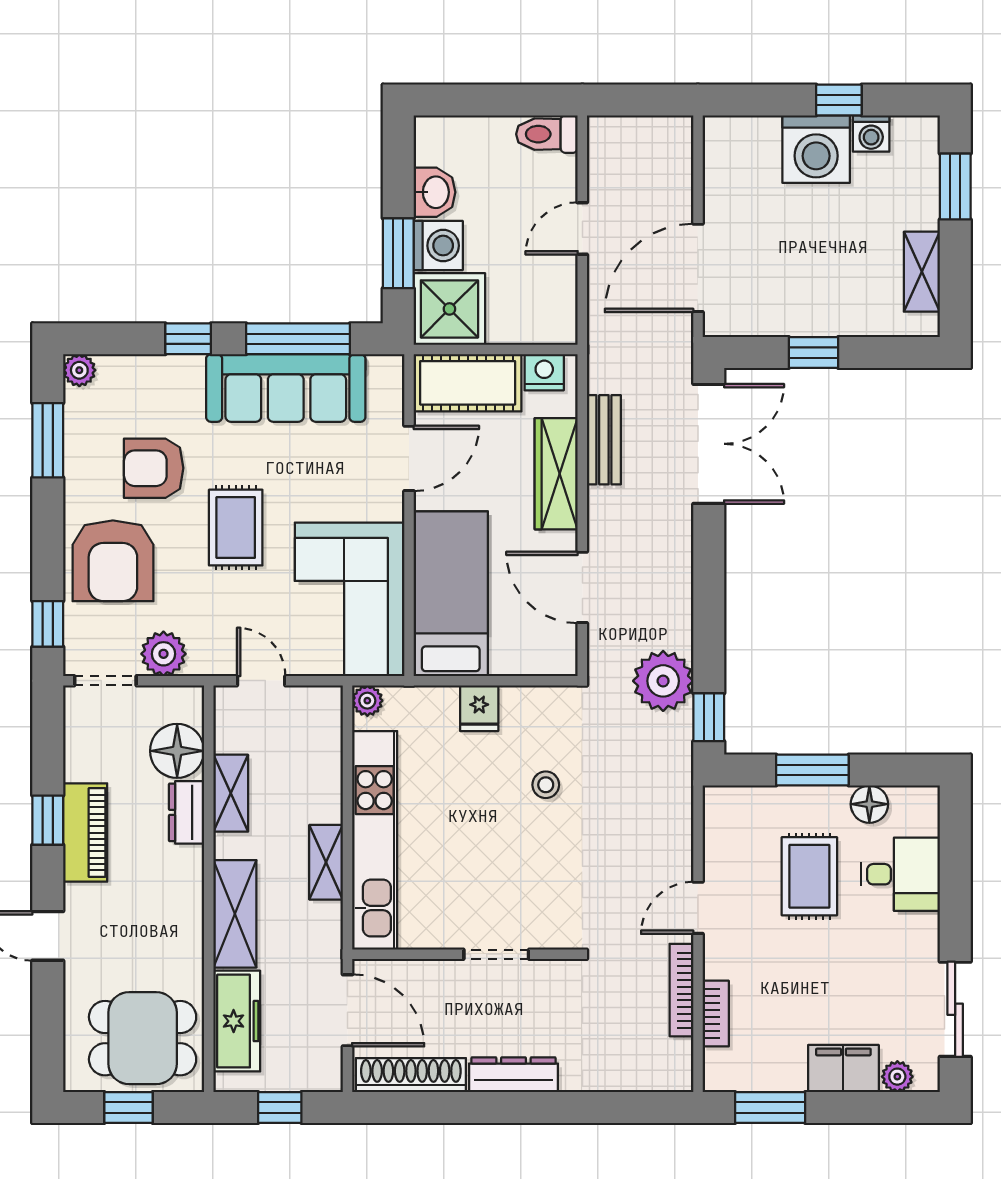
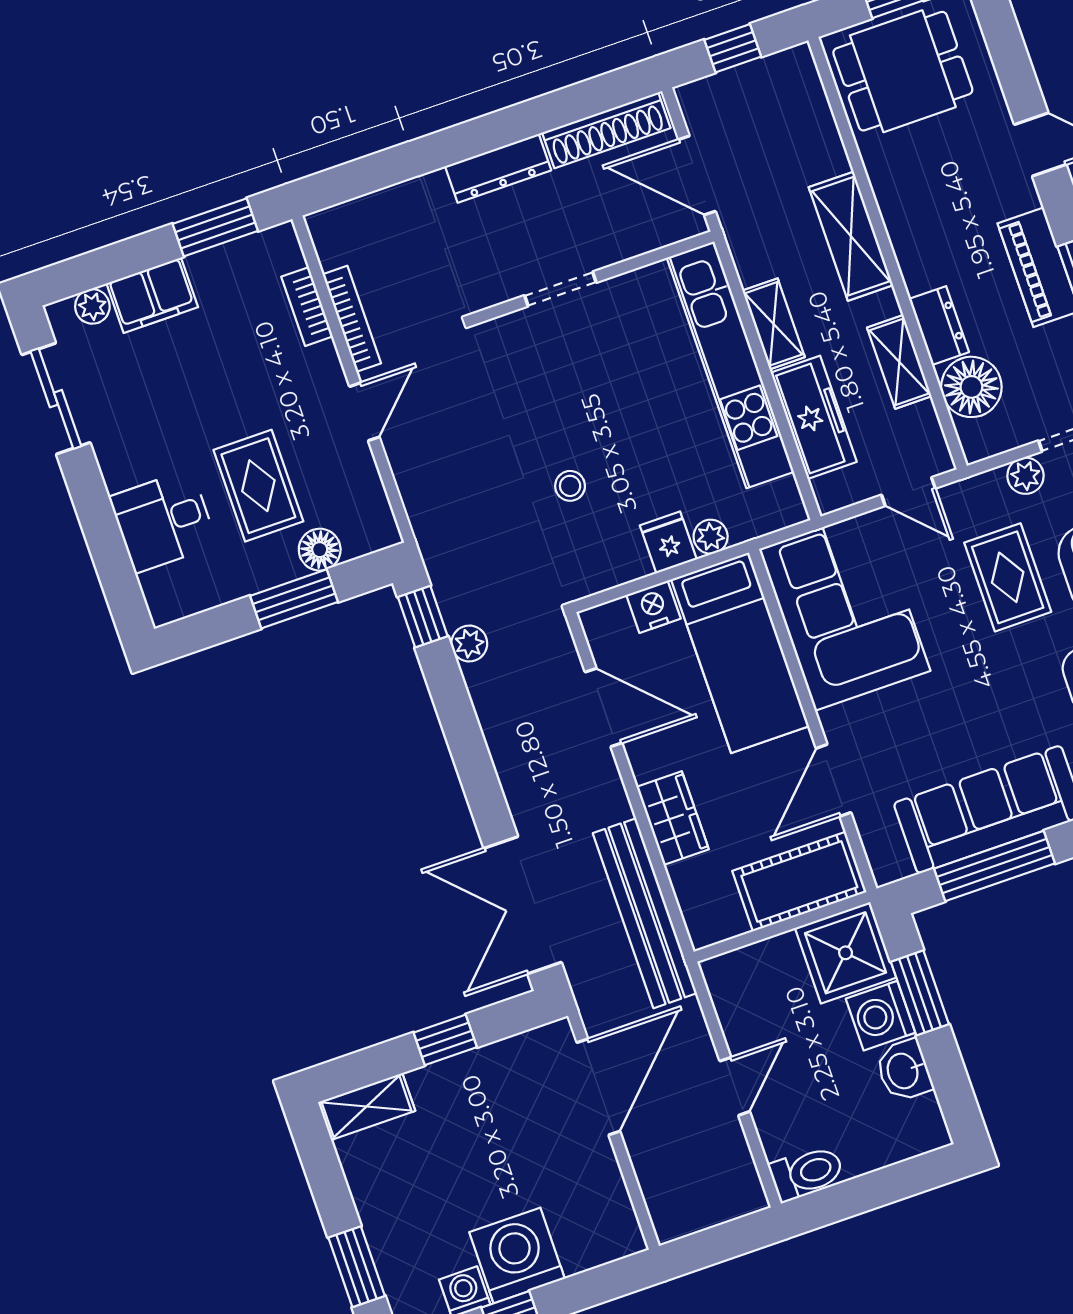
shelving: (922, 272) -> (367, 1107), moved, turned 90
nightstand: (544, 372) -> (653, 607), moved, turned 180
bench: (604, 440) -> (645, 913), width x1.86, depth x1.21
wardrobe: (556, 474) -> (673, 818), width x0.67
rug: (236, 528) -> (1008, 577), moved
plant: (163, 654) -> (1025, 476), width x0.73, depth x0.73
plant: (663, 681) -> (469, 643), width x0.53, depth x0.53
plant: (367, 701) -> (711, 537), moved
floor lamp: (869, 804) -> (320, 550), moved
freezer: (237, 1021) -> (814, 417), moved, turned 180

